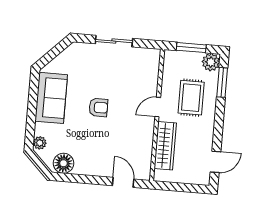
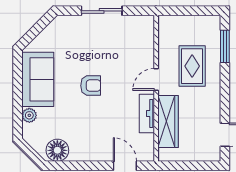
window: (191, 48) -> (188, 11), removed
plant: (211, 62) -> (211, 25), removed
tv unit: (147, 137) -> (147, 114), added
plant: (40, 143) -> (29, 115), moved

